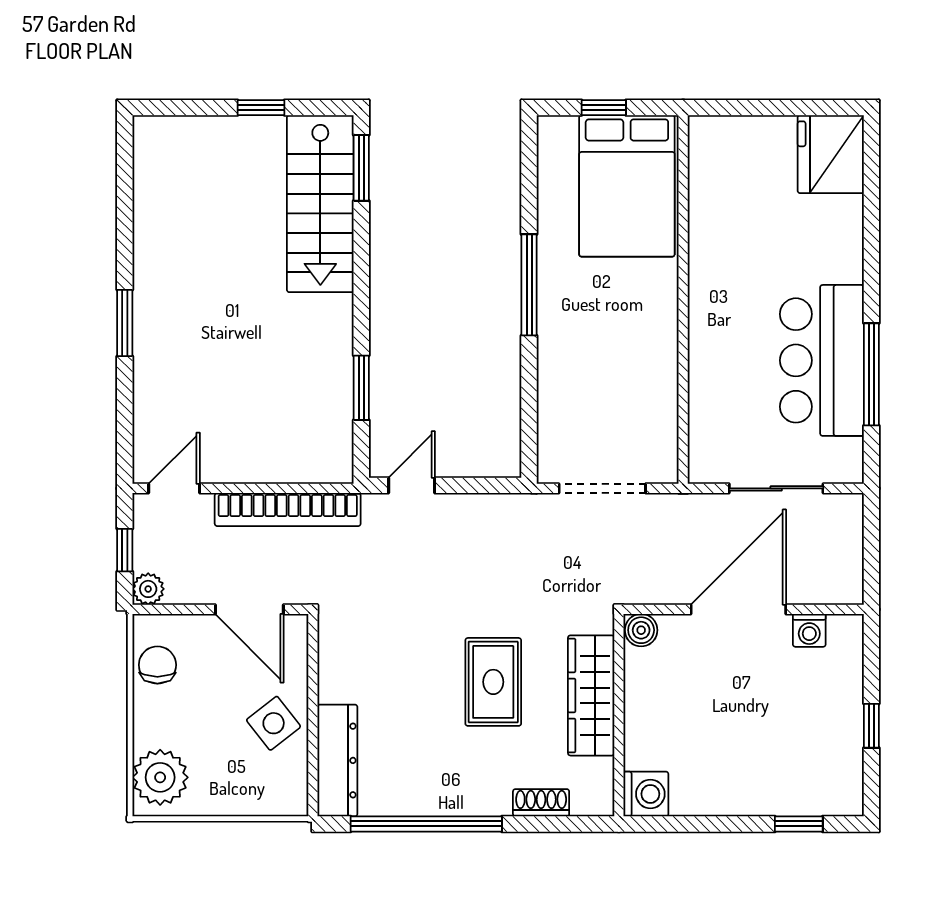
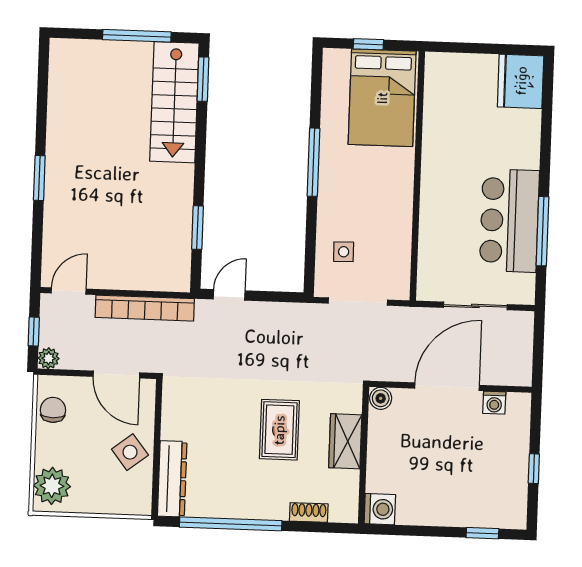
window: (261, 108) -> (137, 36), width x2.17
side table: (578, 415) -> (344, 252), added
wardrobe: (591, 695) -> (345, 441), width x0.67

